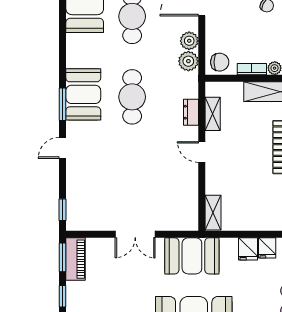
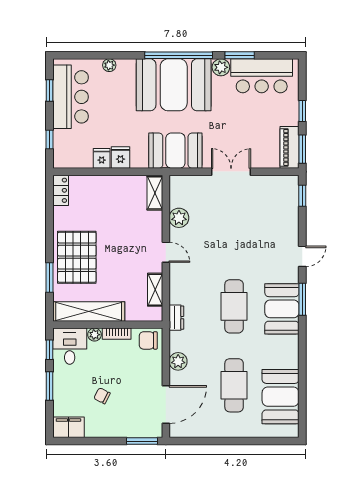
plant: (188, 61) -> (179, 218), moved
dresser: (191, 112) -> (176, 318), moved

